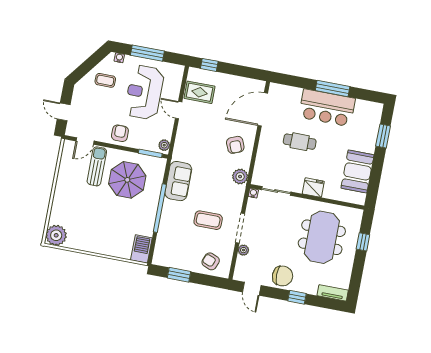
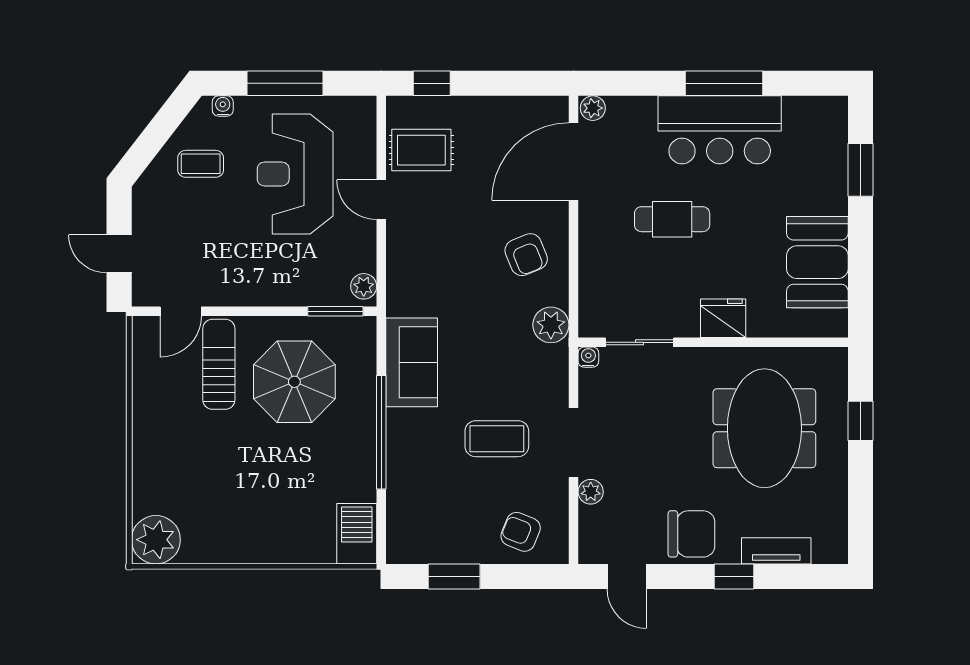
plant: (275, 88) -> (593, 108), added
armchair: (120, 133) -> (257, 278), removed
tv unit: (333, 293) -> (776, 551), moved

